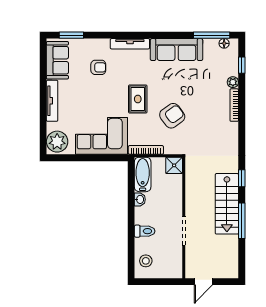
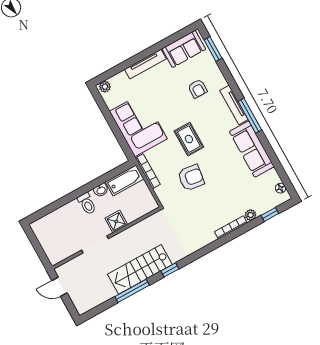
window: (212, 35) -> (250, 116), moved
rug: (138, 99) -> (189, 139), turned 90
armchair: (172, 116) -> (191, 178), turned -46
plant: (57, 142) -> (105, 87), width x0.53, depth x0.53
shower: (174, 165) -> (116, 221), moved
toilet: (145, 231) -> (87, 204), moved
stool: (146, 261) -> (50, 226), removed

